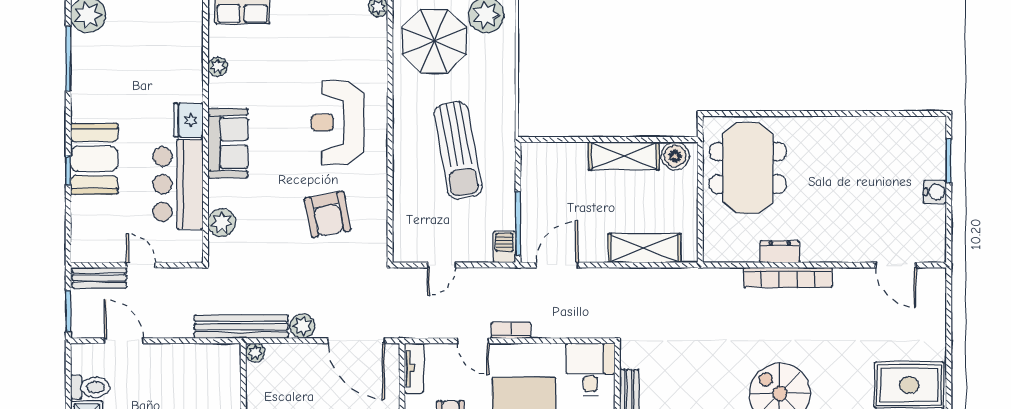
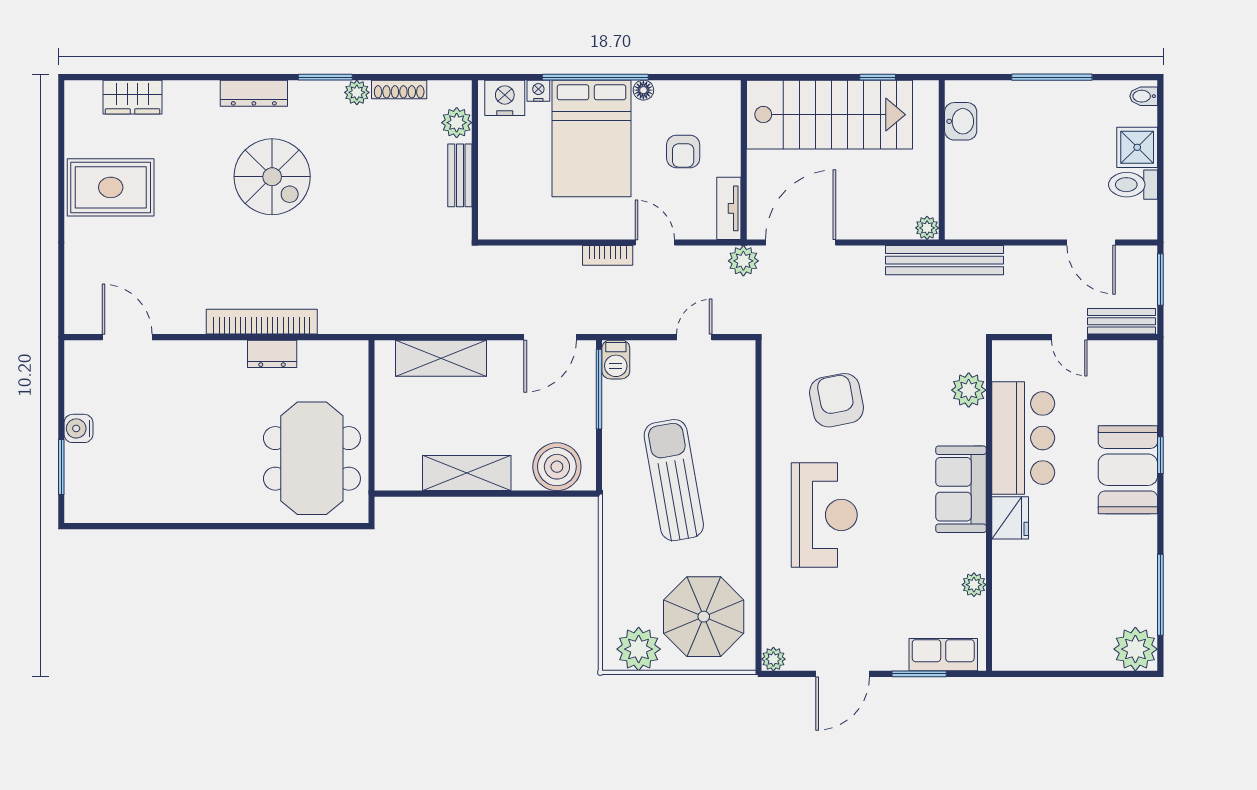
boiler: (675, 156) -> (557, 467), moved, width x1.37, depth x1.37
plant: (302, 326) -> (743, 261), moved
door: (356, 341) -> (801, 243), hinge flipped
desk: (590, 370) -> (508, 207), removed

